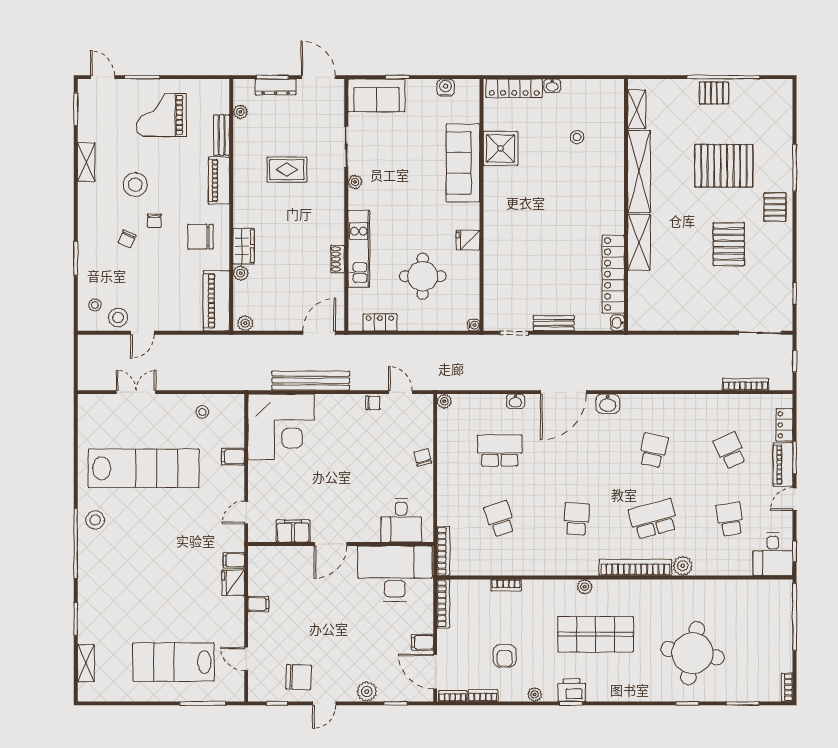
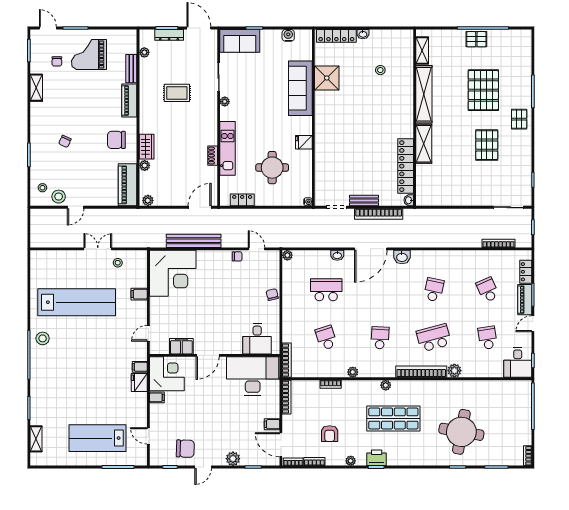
pallet: (724, 166) -> (483, 90), turned 90
stool: (135, 185) -> (71, 103), removed
chair: (154, 221) -> (57, 61), moved
bookcase: (575, 342) -> (379, 214), added
double door: (136, 392) -> (98, 249), moved
plant: (538, 568) -> (353, 372), added
corner desk: (272, 570) -> (167, 374), added

